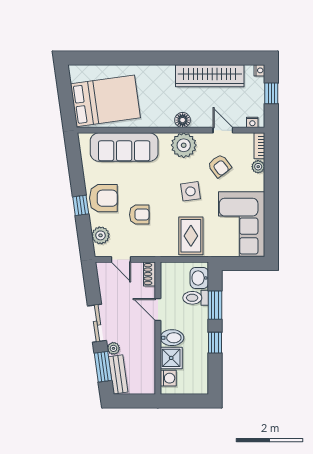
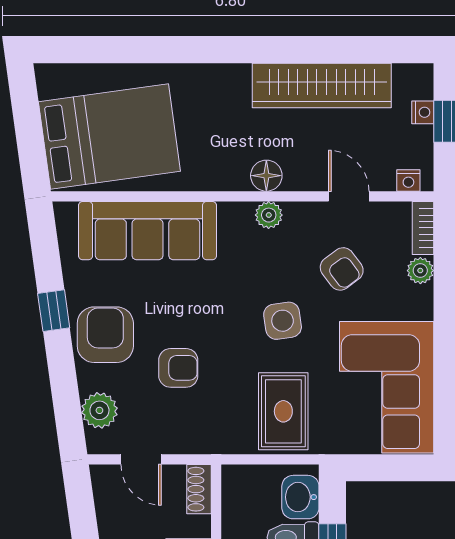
nightstand: (259, 70) -> (423, 112), moved
plant: (184, 145) -> (269, 215), width x0.53, depth x0.53
armchair: (103, 198) -> (105, 335), turned -90
window: (81, 205) -> (54, 311), moved

